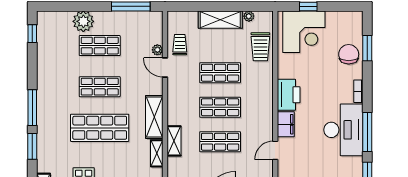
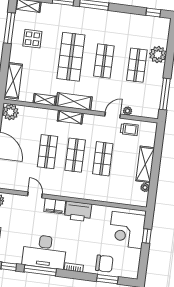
trolley: (260, 47) -> (119, 194), removed
shelving: (174, 141) -> (70, 117), moved

